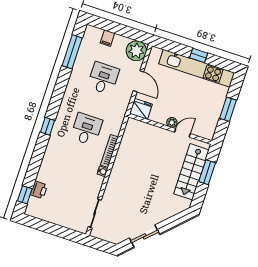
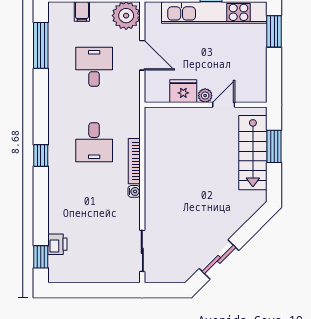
fridge: (141, 109) -> (183, 91), moved
window: (228, 109) -> (274, 31), moved
desk: (86, 129) -> (94, 142), turned 180

